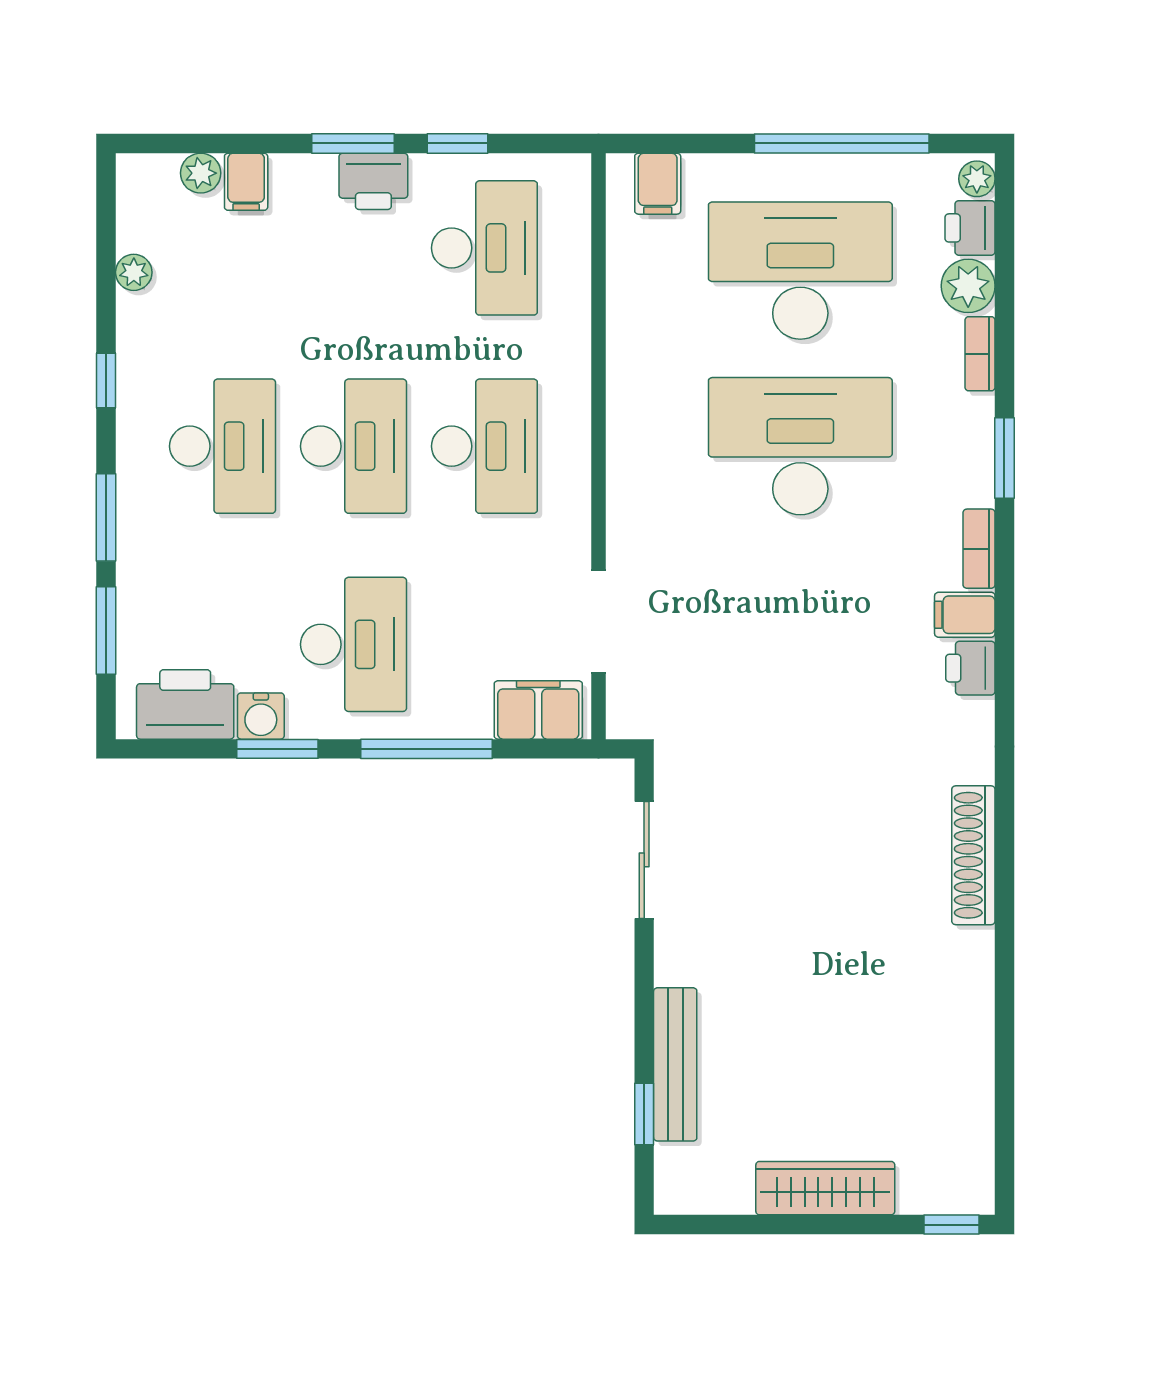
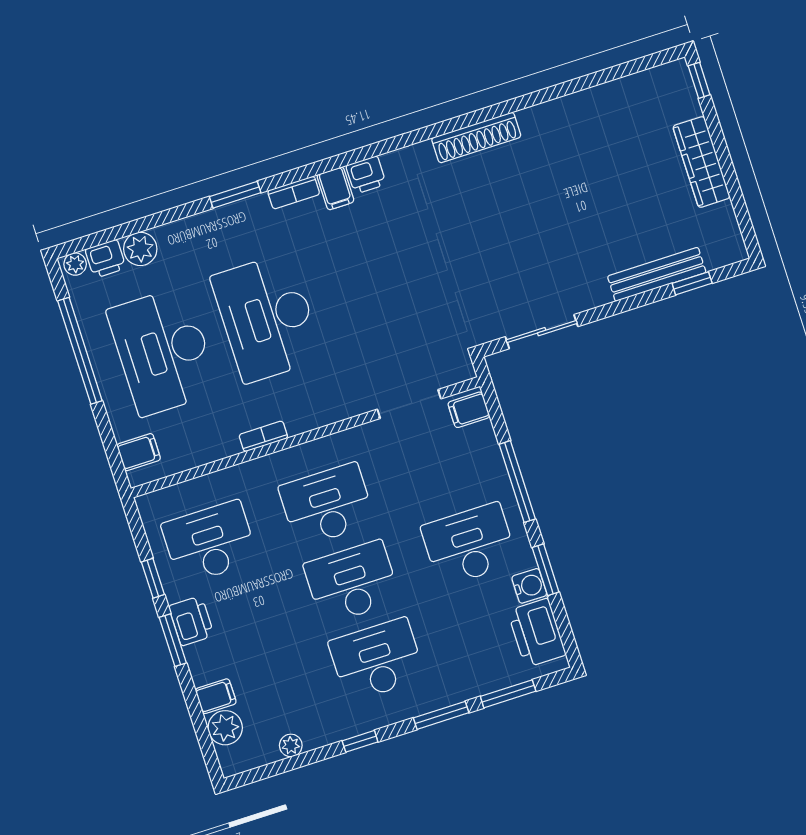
plant: (201, 173) -> (225, 728), width x1.38, depth x1.38
bookcase: (980, 354) -> (263, 436), moved, turned 180
filing cabinet: (538, 710) -> (469, 410), width x0.50

